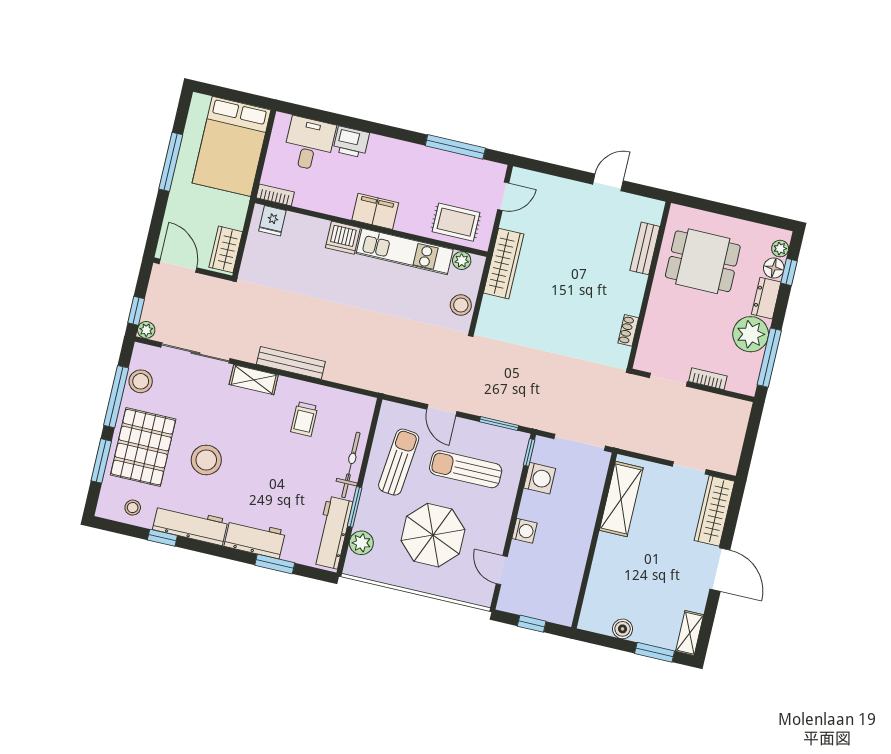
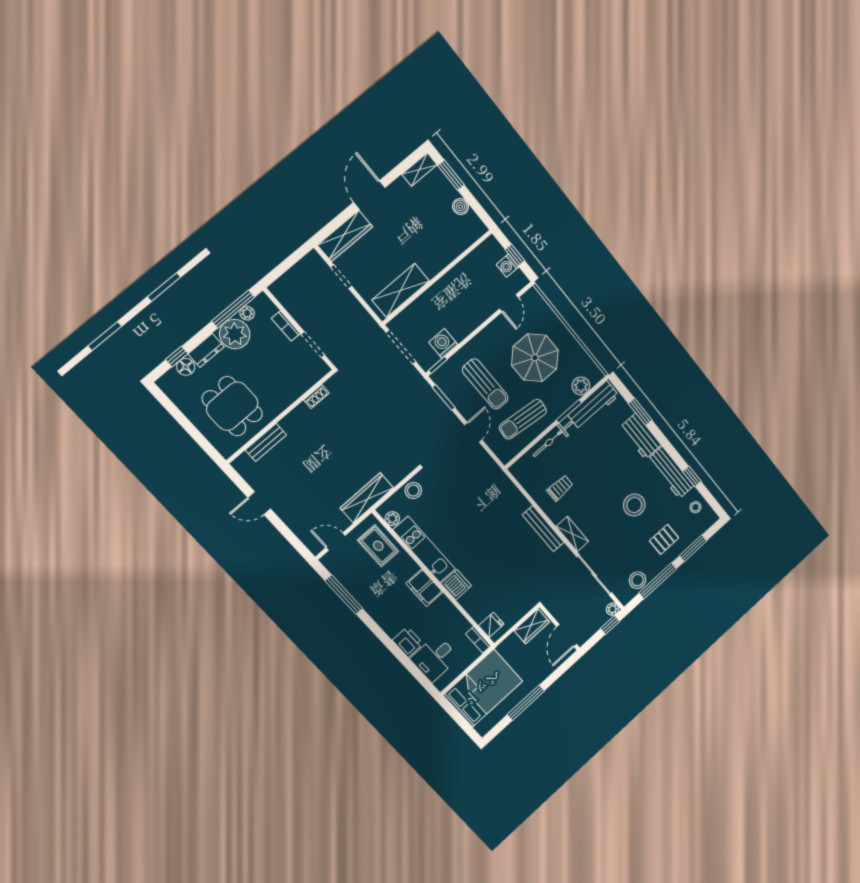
plant: (780, 249) -> (247, 313), moved
pallet: (143, 447) -> (664, 539), width x0.49, depth x0.50
washing machine: (524, 531) -> (507, 266), moved, turned -90

